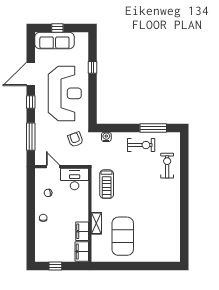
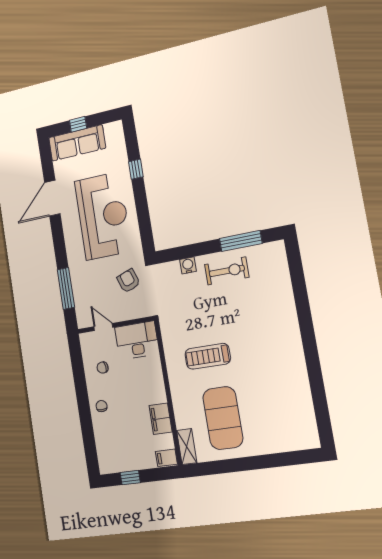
window: (31, 102) -> (58, 238), removed
water cooler: (106, 137) -> (188, 265), moved
exercise bike: (167, 166) -> (273, 296), removed
treadmill: (107, 184) -> (208, 356), moved, turned 90
shelving: (96, 223) -> (187, 447), moved
filing cabinet: (82, 251) -> (166, 458), width x0.50

